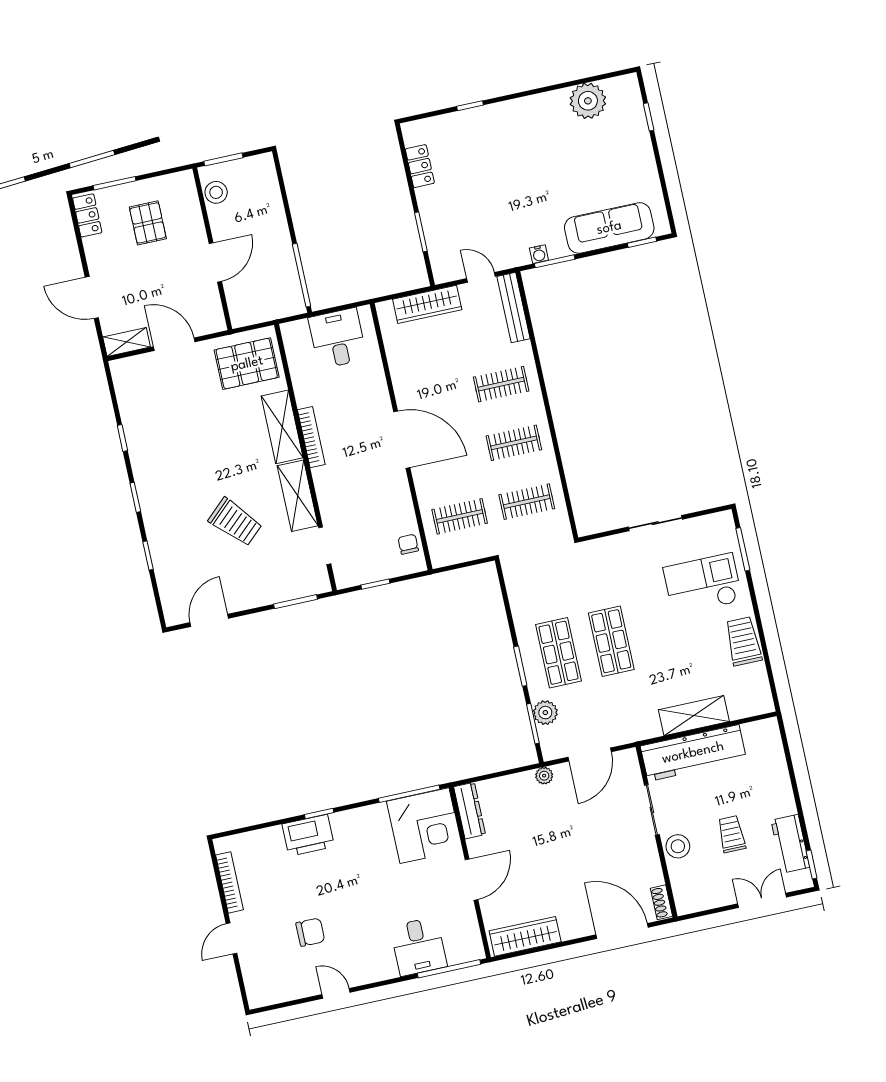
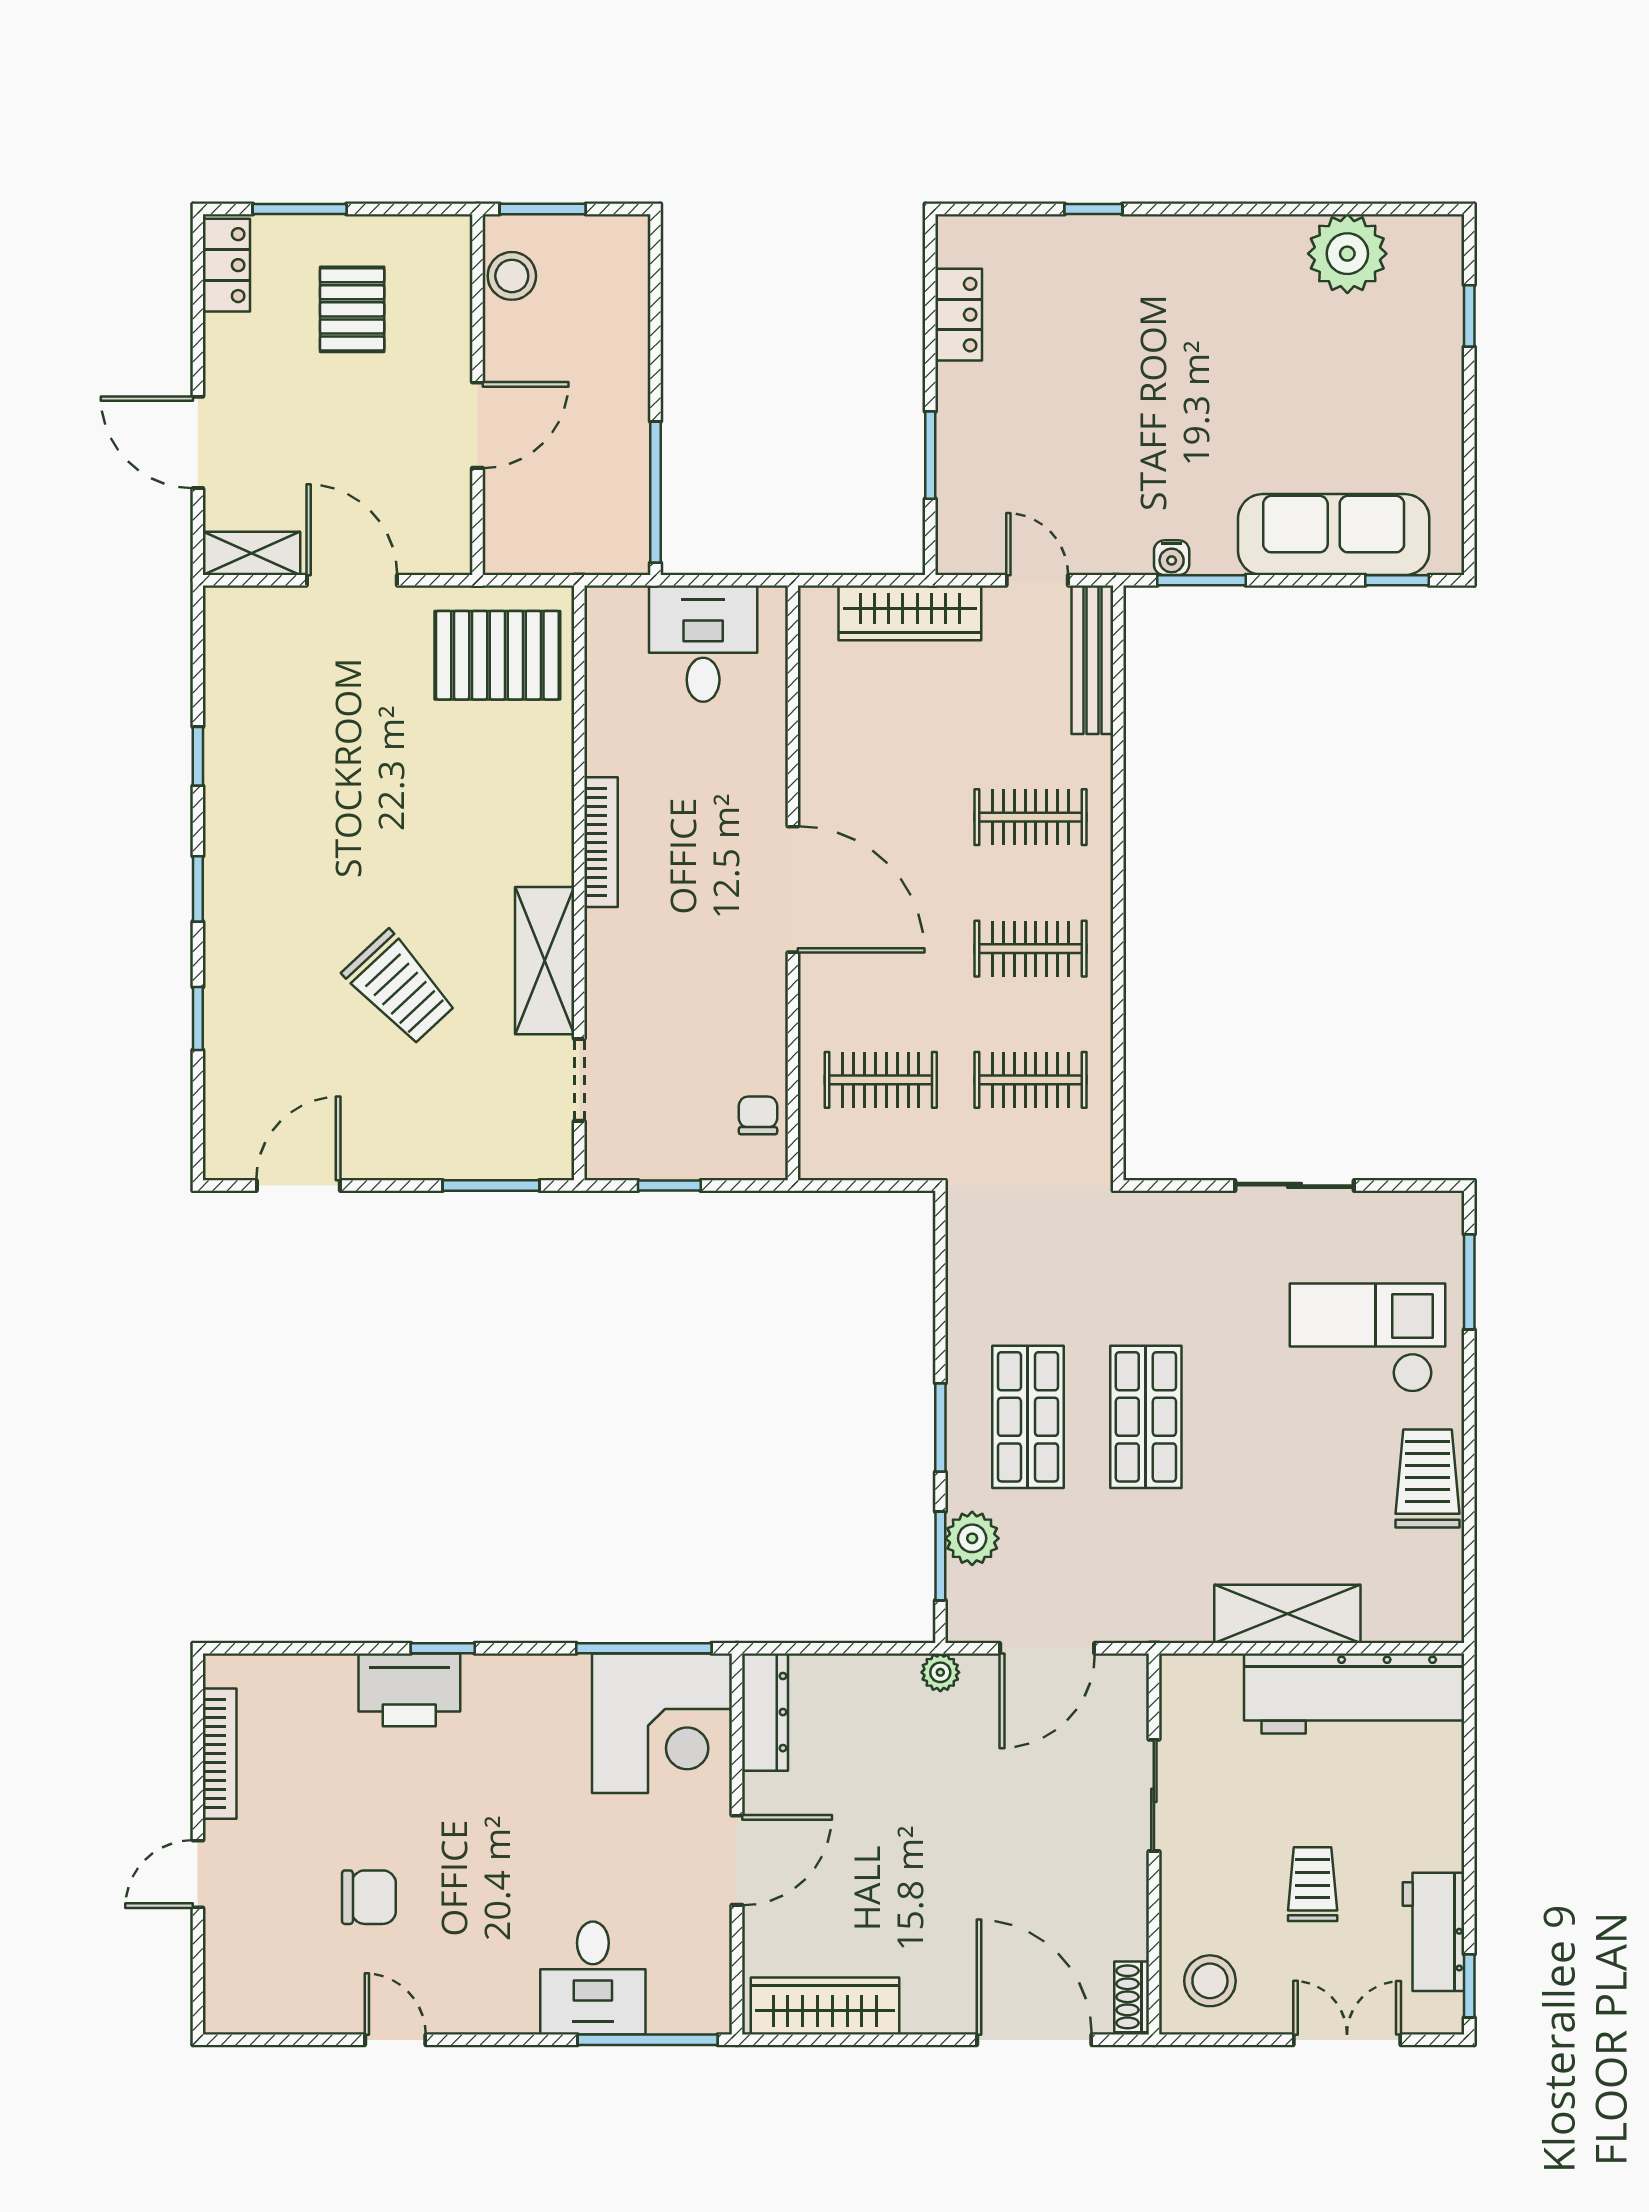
shelving: (282, 427) -> (544, 807), removed
workbench: (693, 753) -> (1354, 1693), moved
stool: (678, 846) -> (1210, 1981), moved

